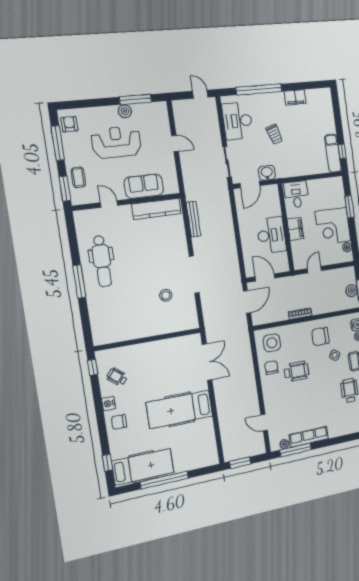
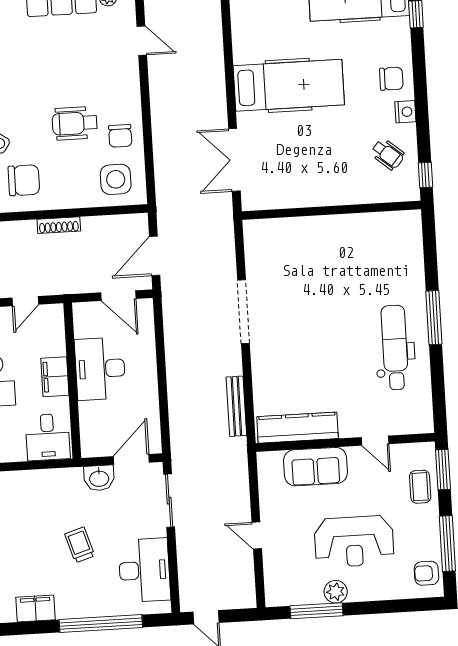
armchair: (69, 124) -> (426, 573), turned 90
stool: (166, 295) -> (295, 281), removed

